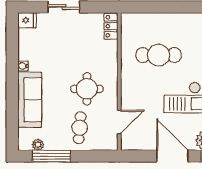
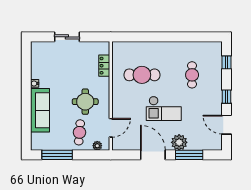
fridge: (27, 20) -> (38, 47), removed
locker: (111, 26) -> (104, 66), moved
plant: (38, 145) -> (97, 146), moved

